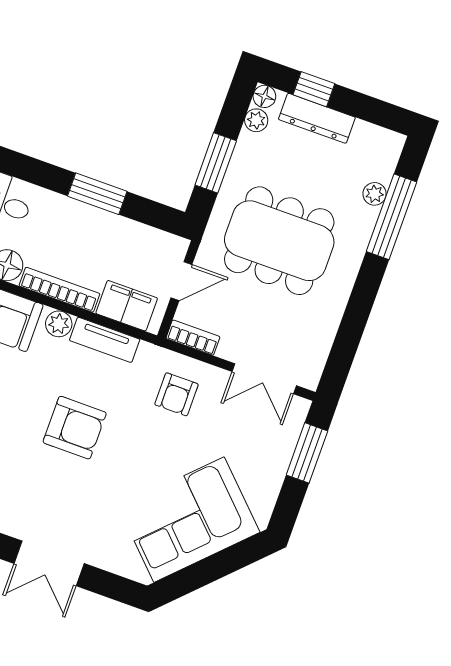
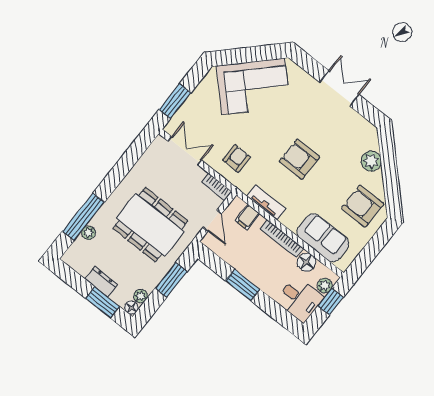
window: (314, 89) -> (103, 302), width x1.50
dresser: (317, 118) -> (101, 282), width x0.70
door: (181, 281) -> (212, 221), swing flipped
filing cabinet: (127, 306) -> (248, 217), width x0.50
plant: (59, 324) -> (289, 220), removed

